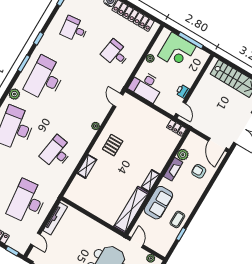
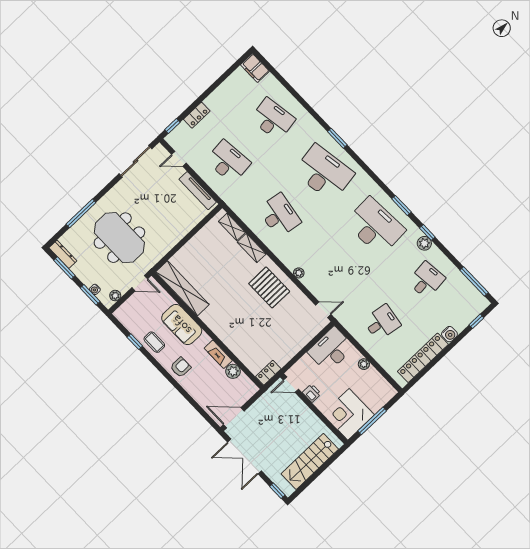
corner desk: (177, 51) -> (348, 414), moved
plant: (14, 94) -> (424, 243), moved
pallet: (113, 145) -> (269, 287), width x1.50, depth x1.42
armchair: (199, 171) -> (181, 367), moved
shelving: (151, 181) -> (232, 227), moved
desk: (27, 202) -> (228, 162), width x0.73, depth x0.77

